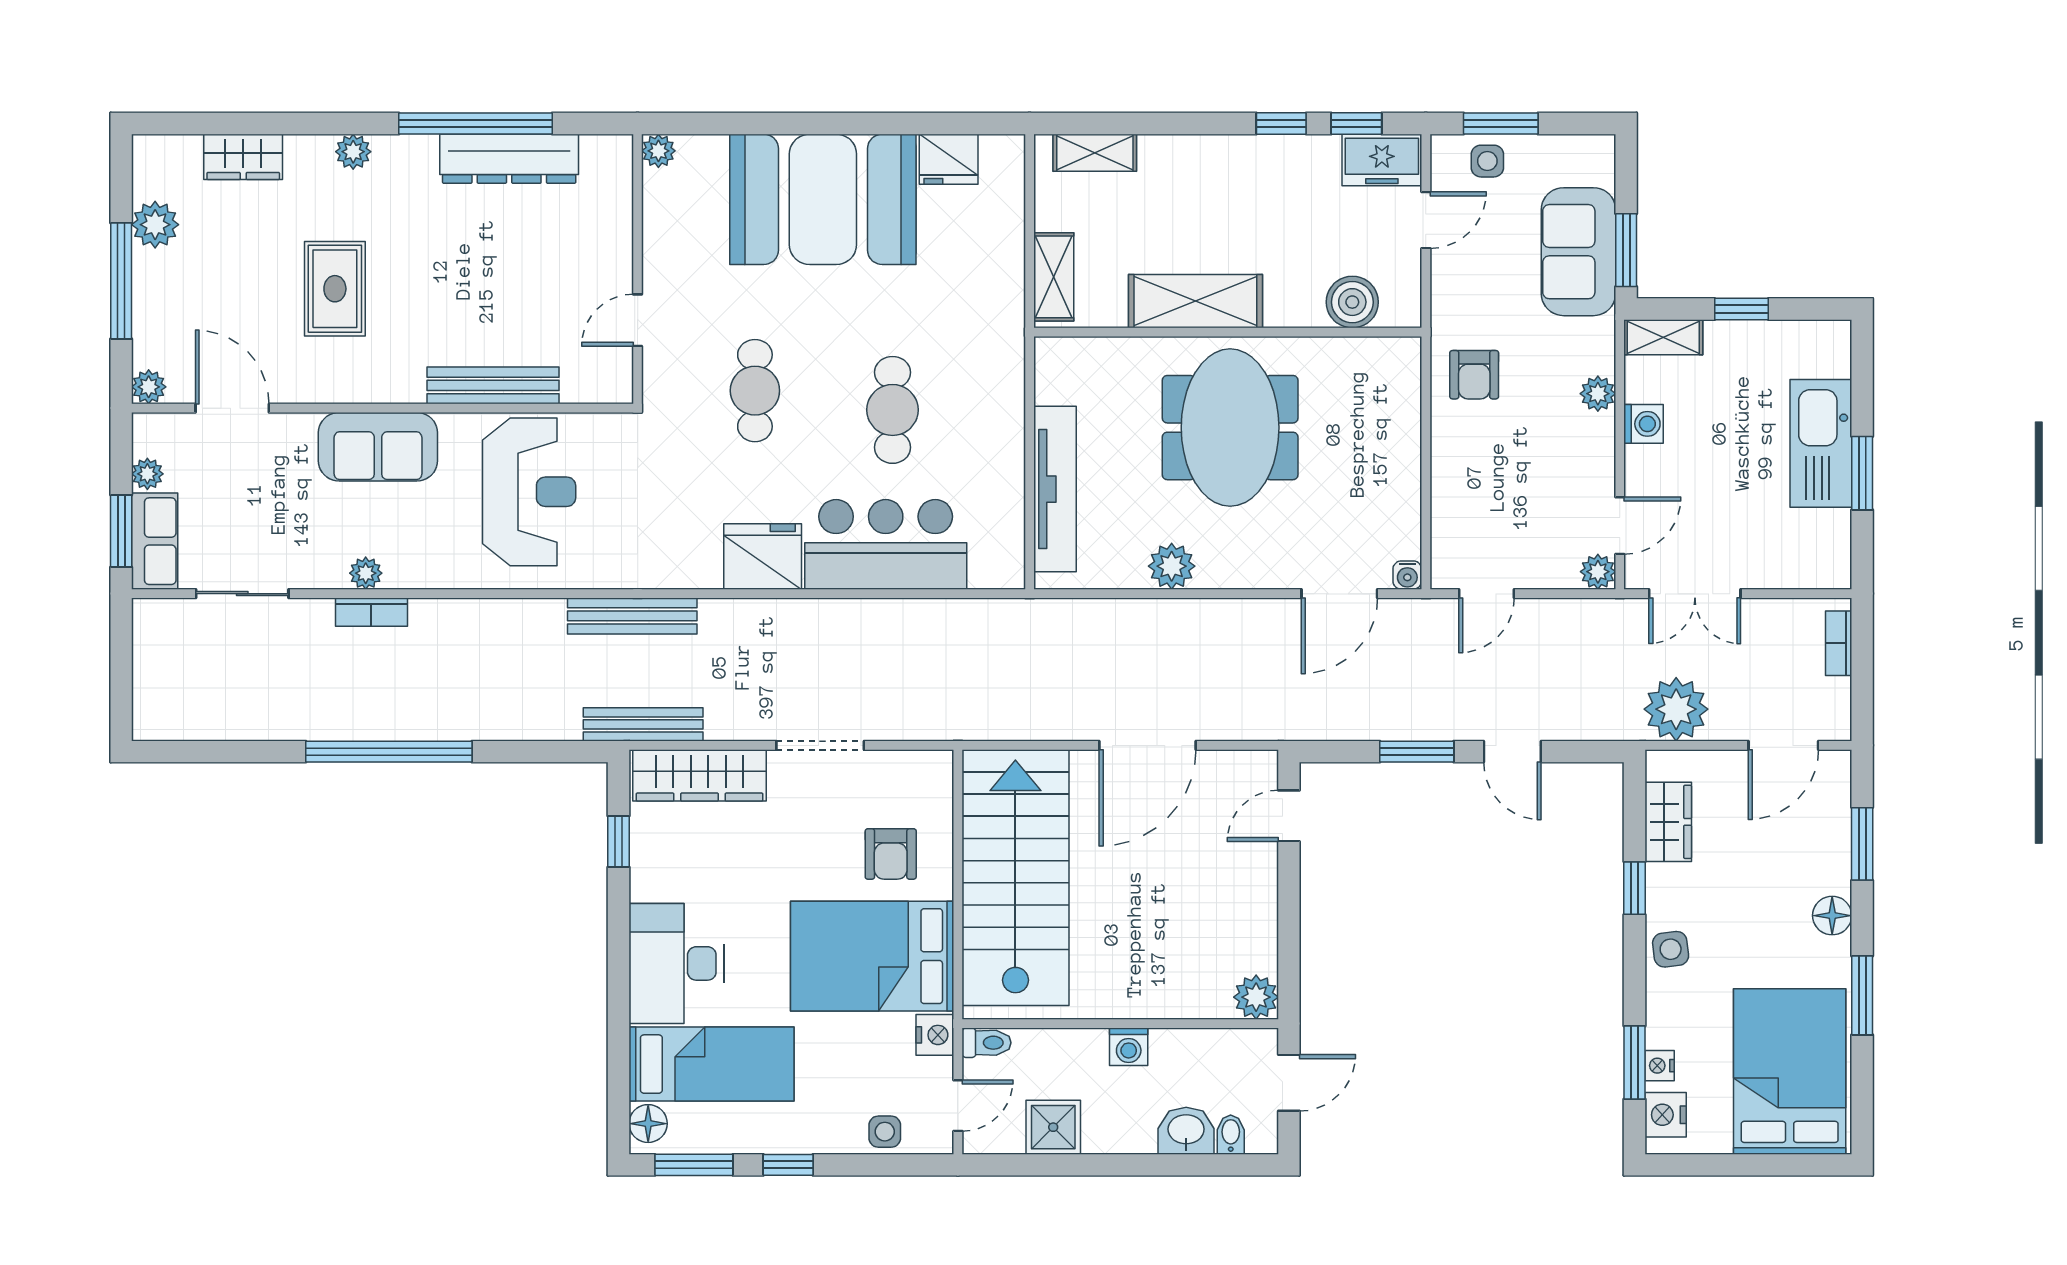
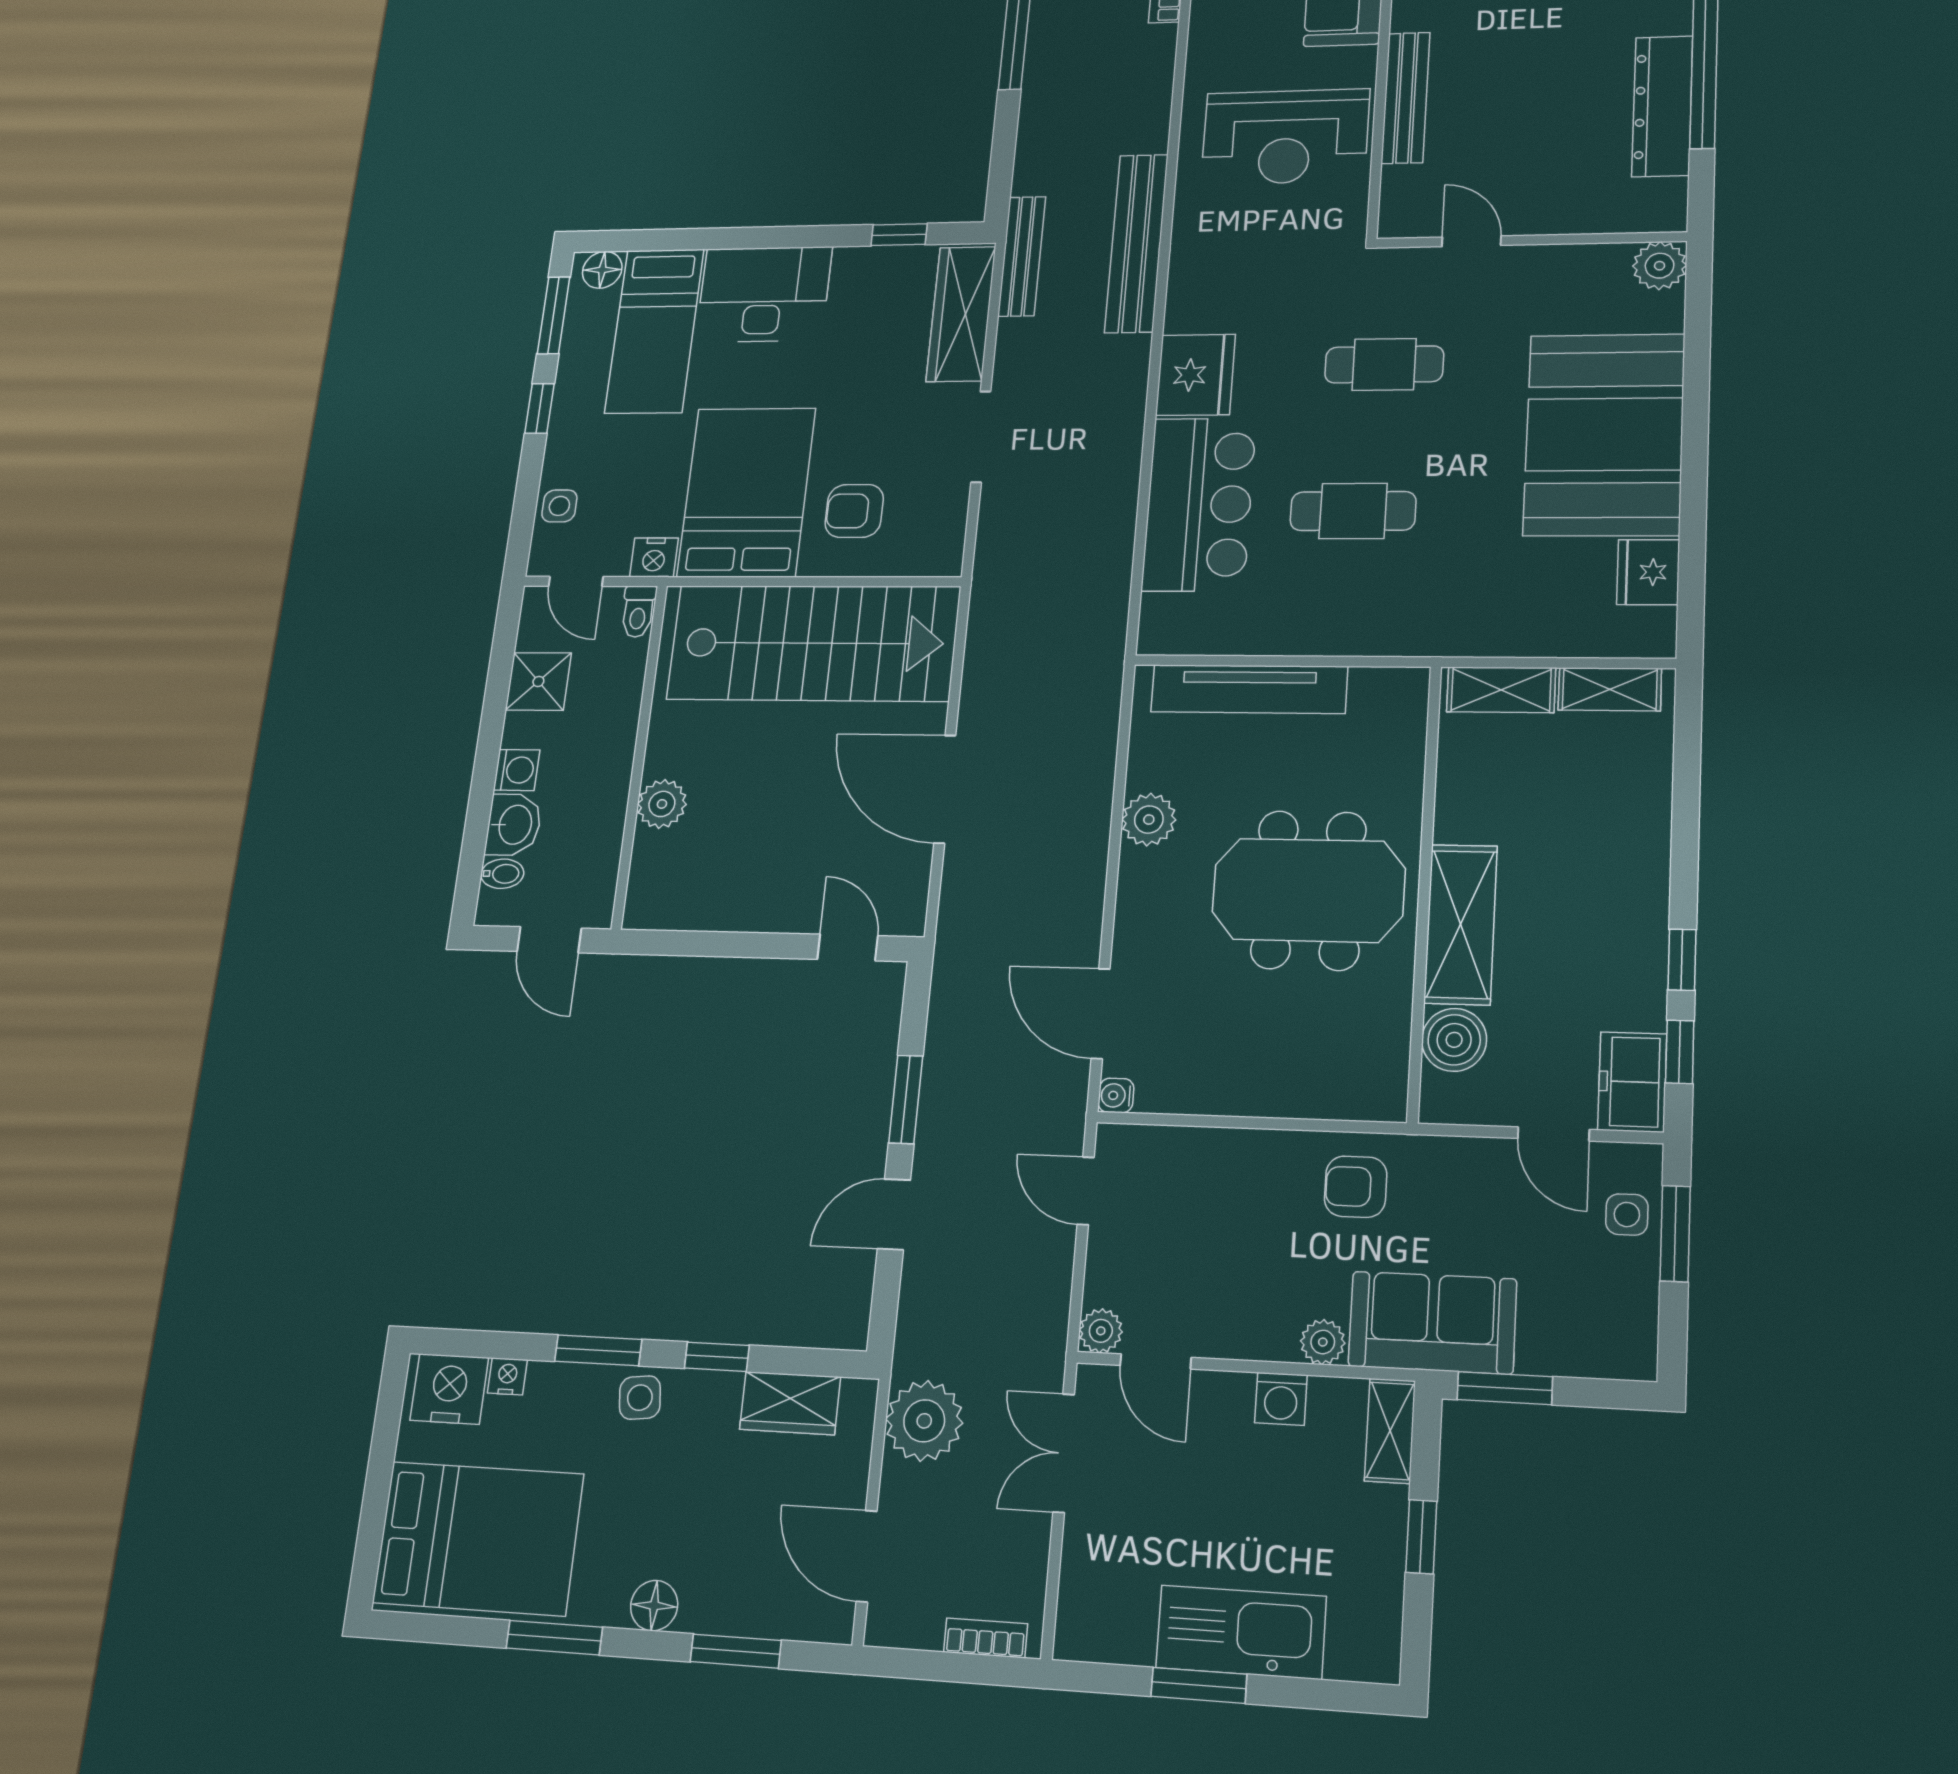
plant: (658, 151) -> (1660, 266), width x1.38, depth x1.38
shelving: (1095, 153) -> (1610, 689), moved, turned 90
sofa: (1578, 252) -> (1432, 1323), moved
shelving: (1195, 301) -> (1461, 924), moved
bench: (632, 616) -> (1136, 243), width x1.37, depth x1.21
plant: (1256, 997) -> (662, 804), moved
washing machine: (1129, 1047) -> (517, 770), moved, turned 180
window: (1635, 1063) -> (598, 1350), moved
nightstand: (1666, 1115) -> (449, 1389), width x1.36, depth x1.33

